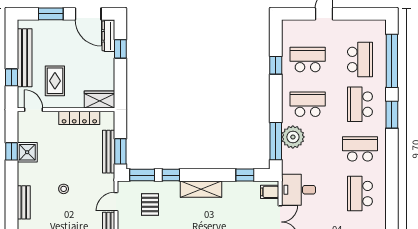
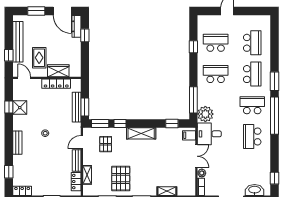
window: (392, 61) -> (274, 116), moved
wardrobe: (100, 99) -> (58, 71), moved
school desk: (360, 104) -> (252, 74), turned 180
plant: (293, 137) -> (205, 114), moved

